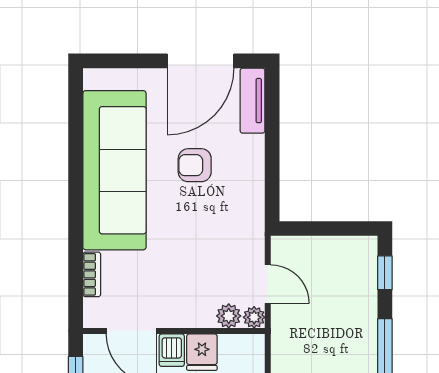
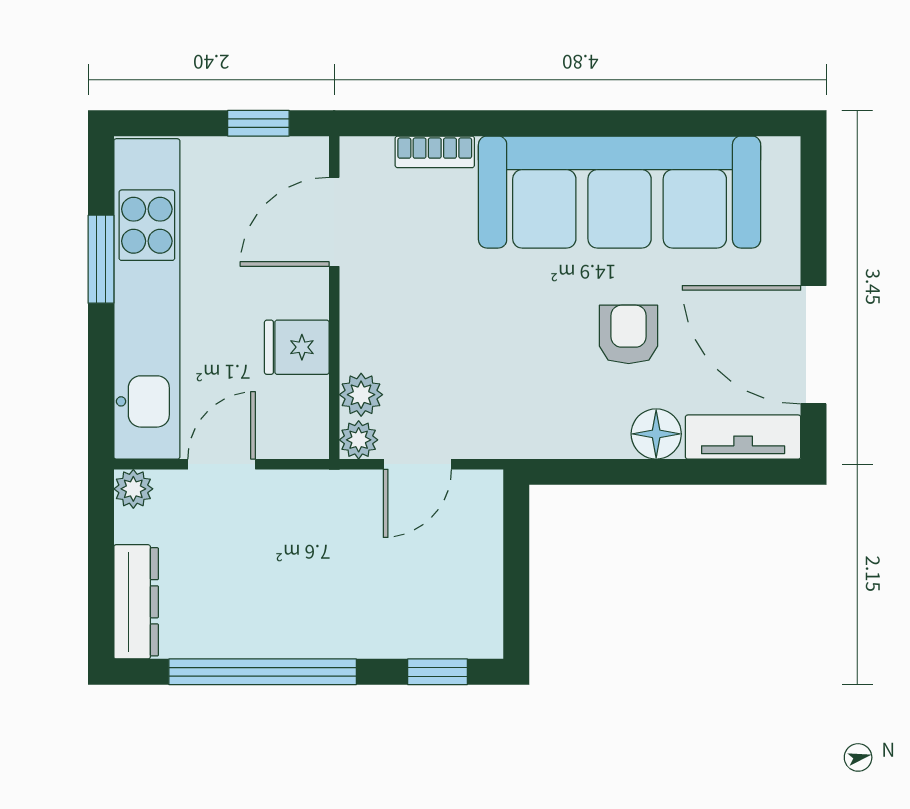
floor lamp: (251, 150) -> (656, 434), added
dishwasher: (172, 350) -> (300, 294), removed

